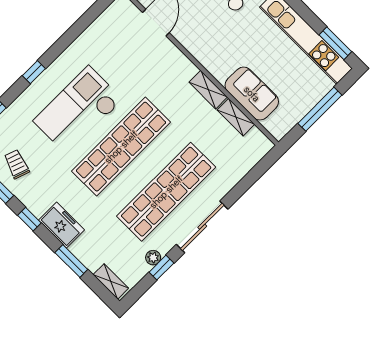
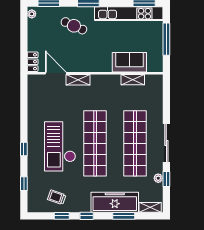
shelving: (208, 90) -> (78, 80), moved
freezer: (62, 225) -> (115, 202), width x1.91, depth x1.26

